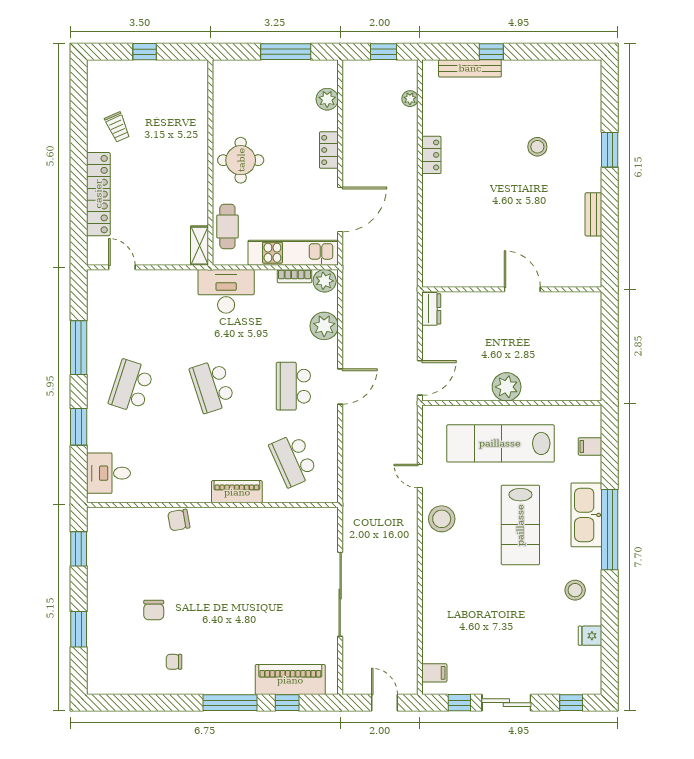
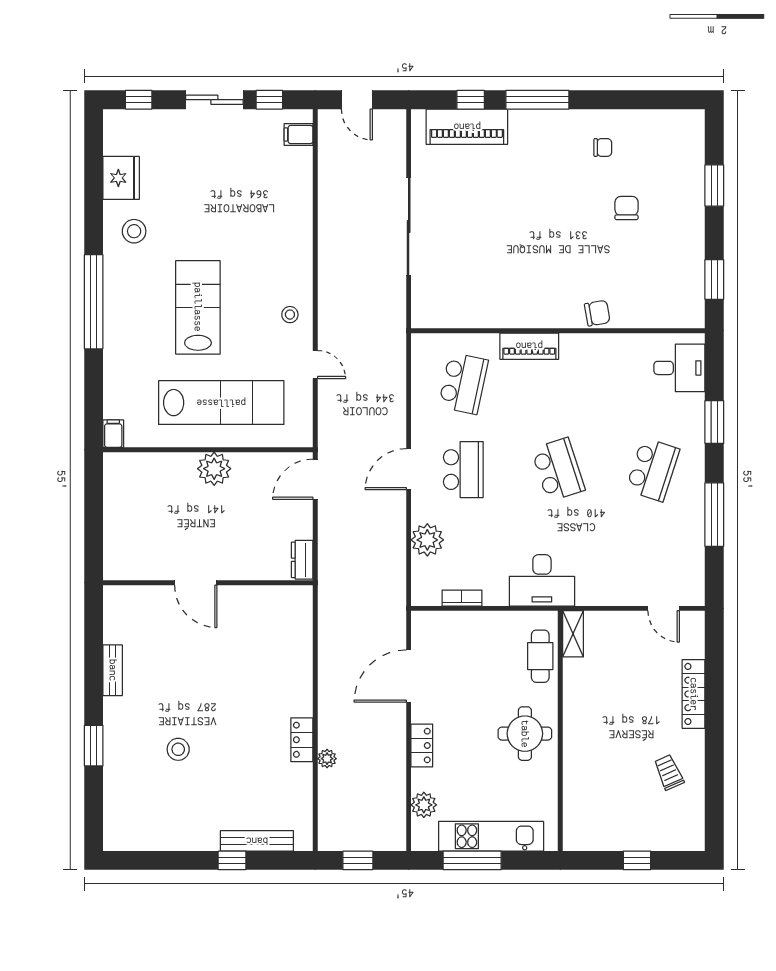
plant: (410, 99) -> (327, 759), moved
locker: (98, 194) -> (694, 694), width x0.71, depth x0.83
kitchen unit: (293, 253) -> (491, 836), moved, turned 180
plant: (325, 281) -> (427, 593), removed
filing cabinet: (590, 446) -> (113, 434), moved, turned -90
school desk: (293, 460) -> (463, 383), turned 36
kitchen sink: (586, 515) -> (121, 319), removed
stool: (442, 519) -> (290, 315), width x0.53, depth x0.53
fridge: (590, 636) -> (121, 178), width x1.88, depth x1.34

